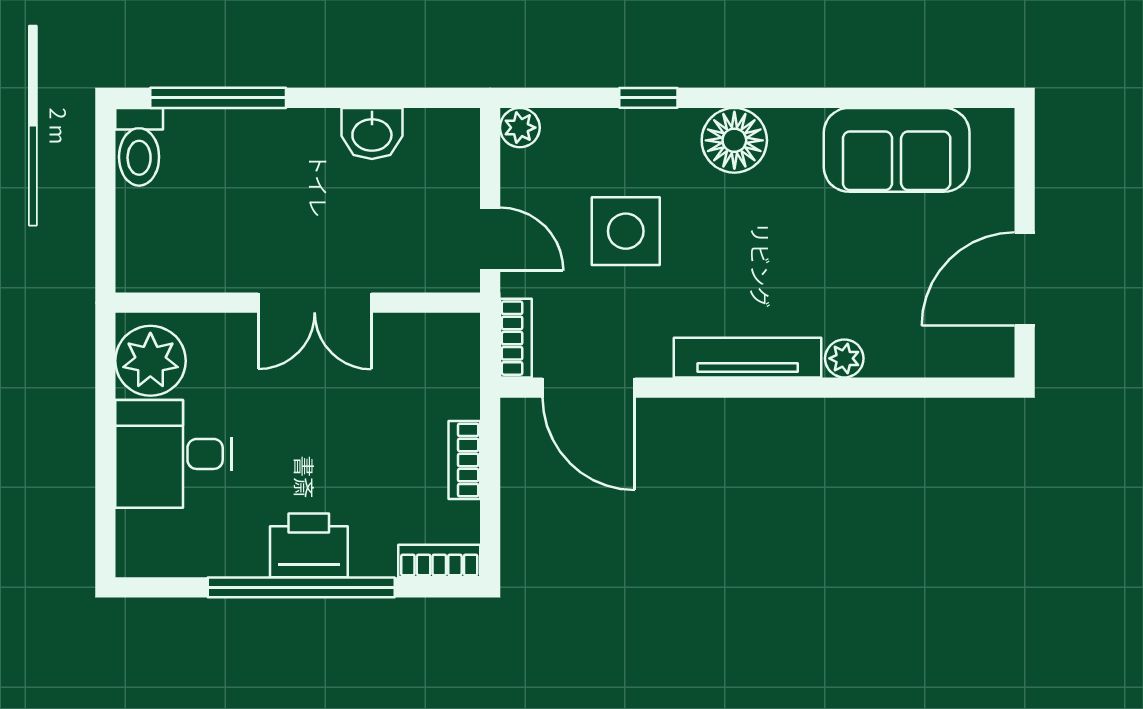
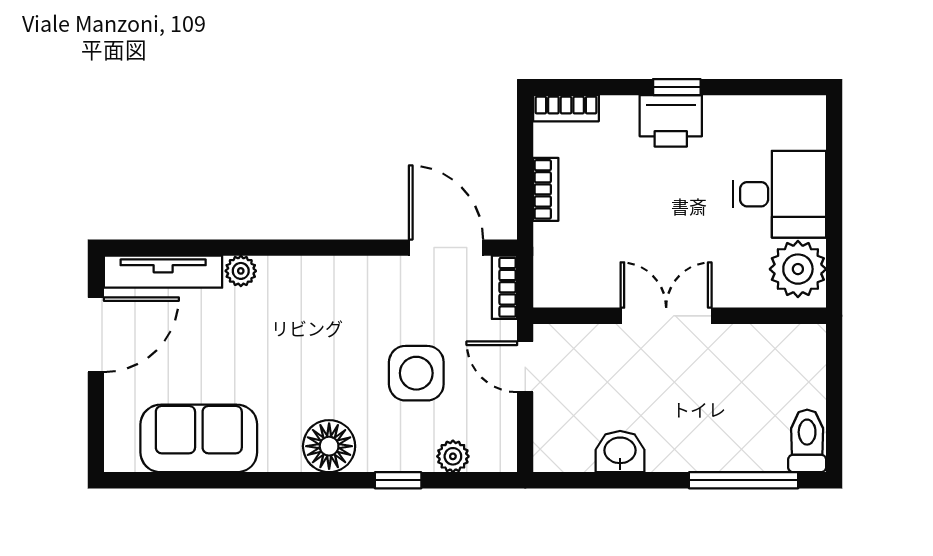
plant: (520, 128) -> (453, 456), moved
tv unit: (748, 358) -> (163, 272), moved
window: (301, 587) -> (677, 87), width x0.32

